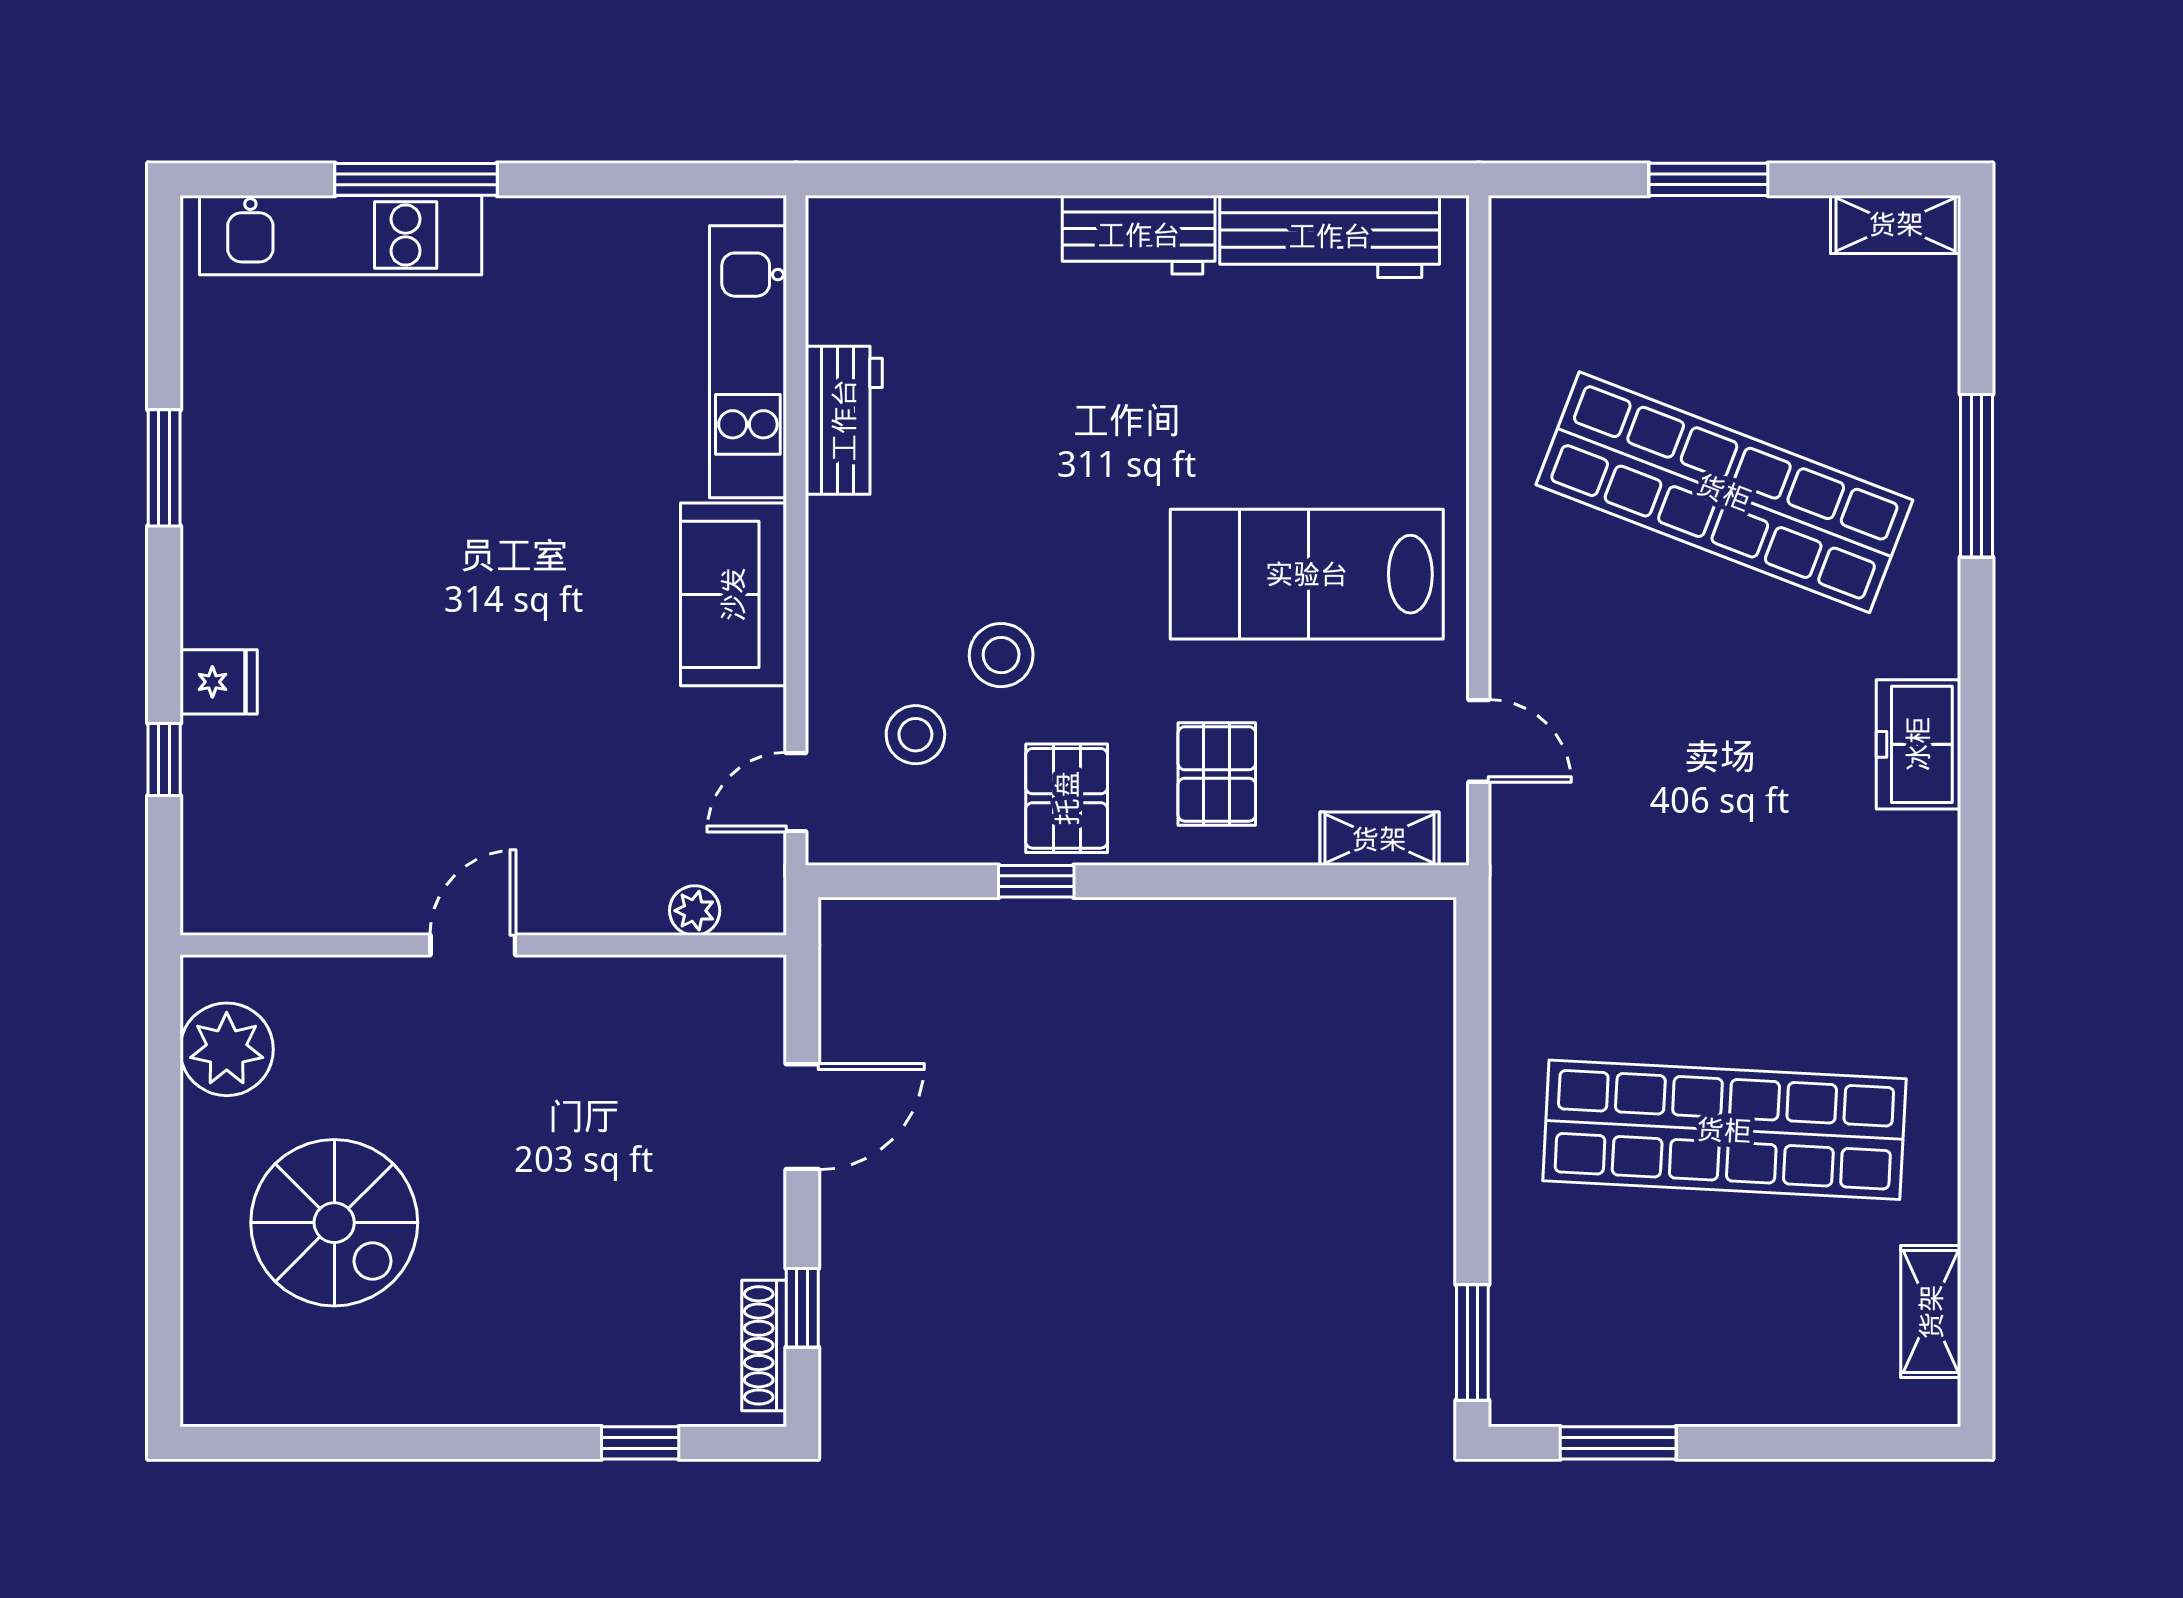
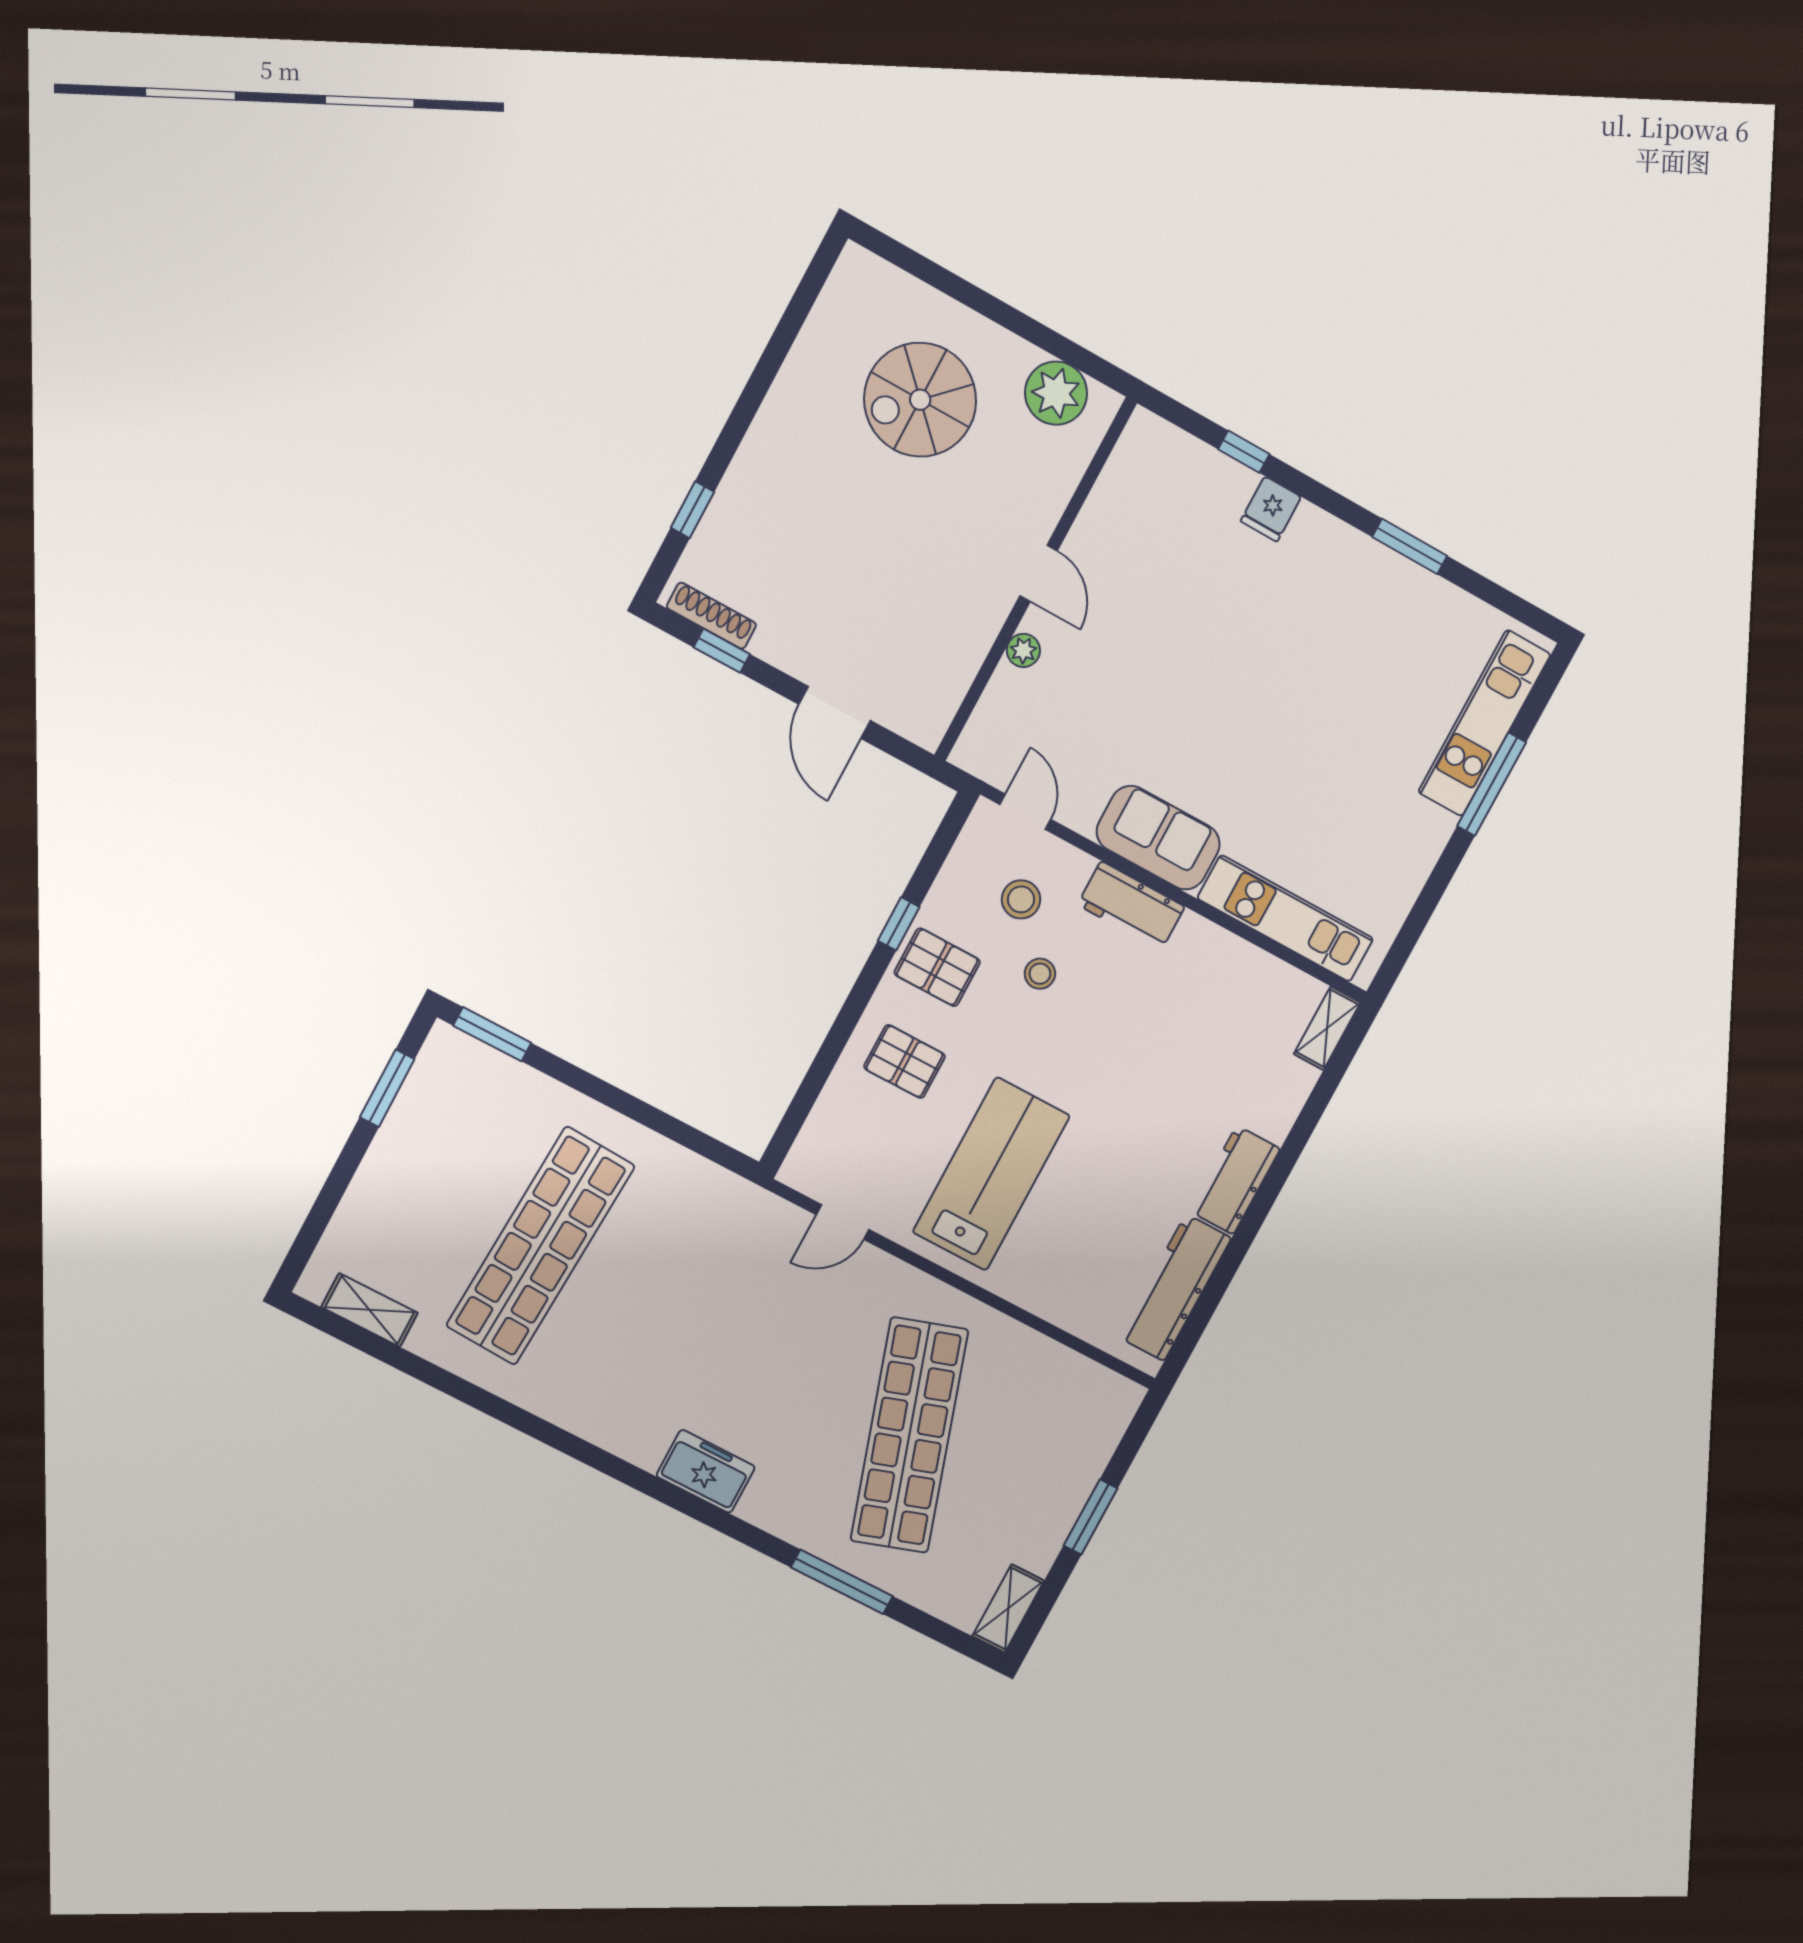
workbench: (844, 420) -> (1131, 906), moved
shop shelf: (1724, 492) -> (909, 1435), turned -39
stool: (1001, 655) -> (1040, 974), width x0.73, depth x0.73
shelving: (1379, 839) -> (1327, 1028), moved
plant: (695, 911) -> (1023, 650), moved

